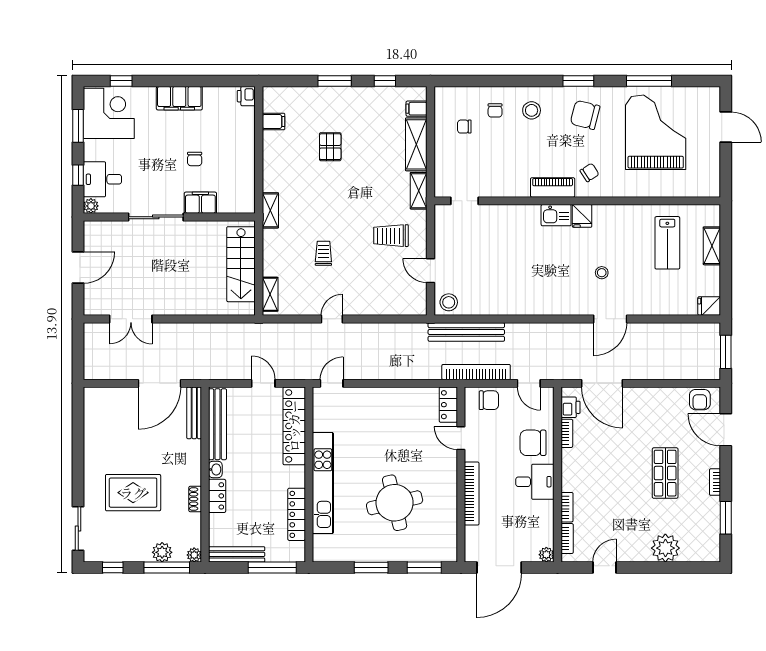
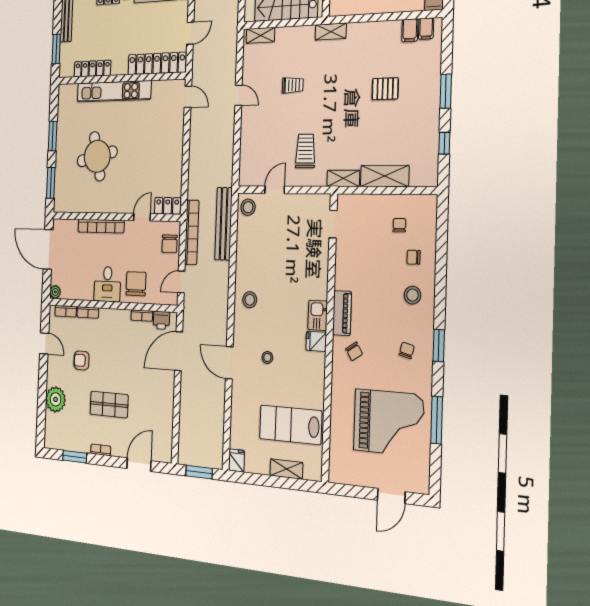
filing cabinet: (417, 109) -> (426, 29), moved, turned 180
chair: (585, 115) -> (407, 350), width x0.54, depth x0.54
lab bench: (667, 243) -> (290, 425), width x1.36, depth x1.39
stool: (544, 296) -> (250, 300), added
armchair: (700, 400) -> (81, 360), moved
window: (272, 568) -> (56, 49), width x0.69

